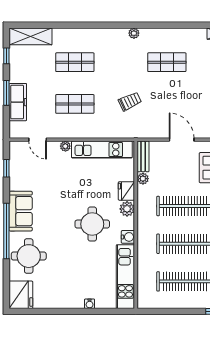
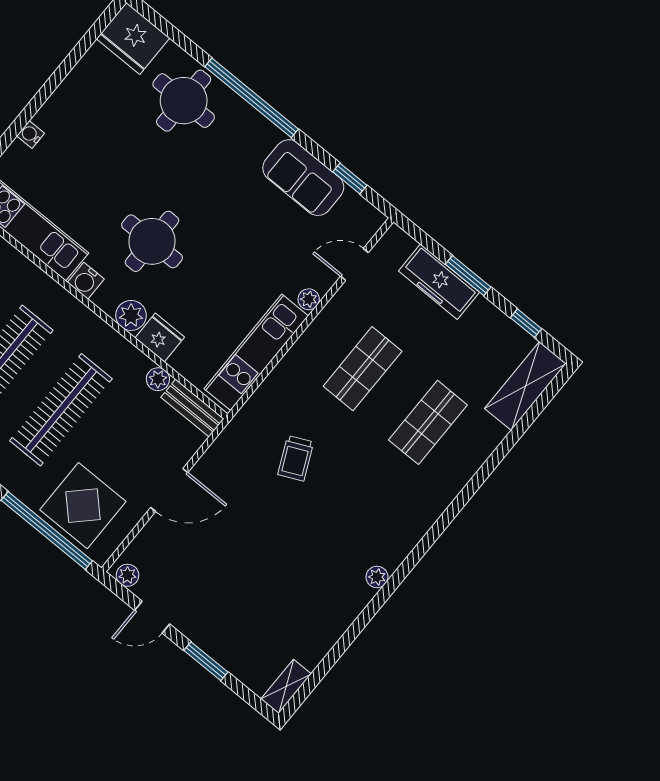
plant: (134, 33) -> (377, 577), moved
shop shelf: (167, 62) -> (310, 567), removed
sofa: (21, 211) -> (303, 178), moved

